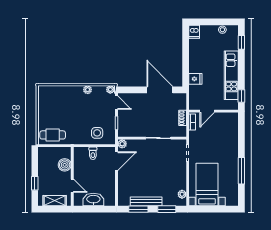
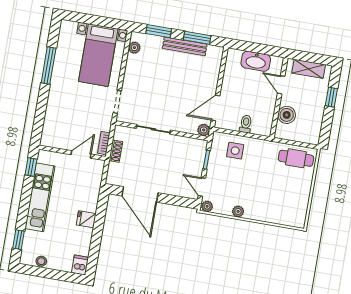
fridge: (195, 79) -> (86, 219), moved

